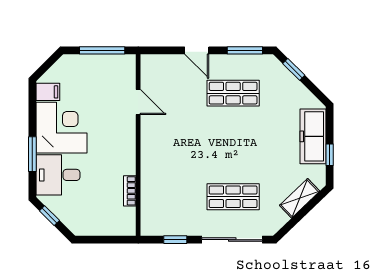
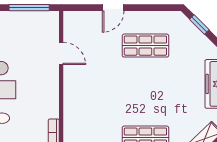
door: (197, 50) -> (113, 8), hinge flipped
window: (245, 50) -> (156, 8), removed

